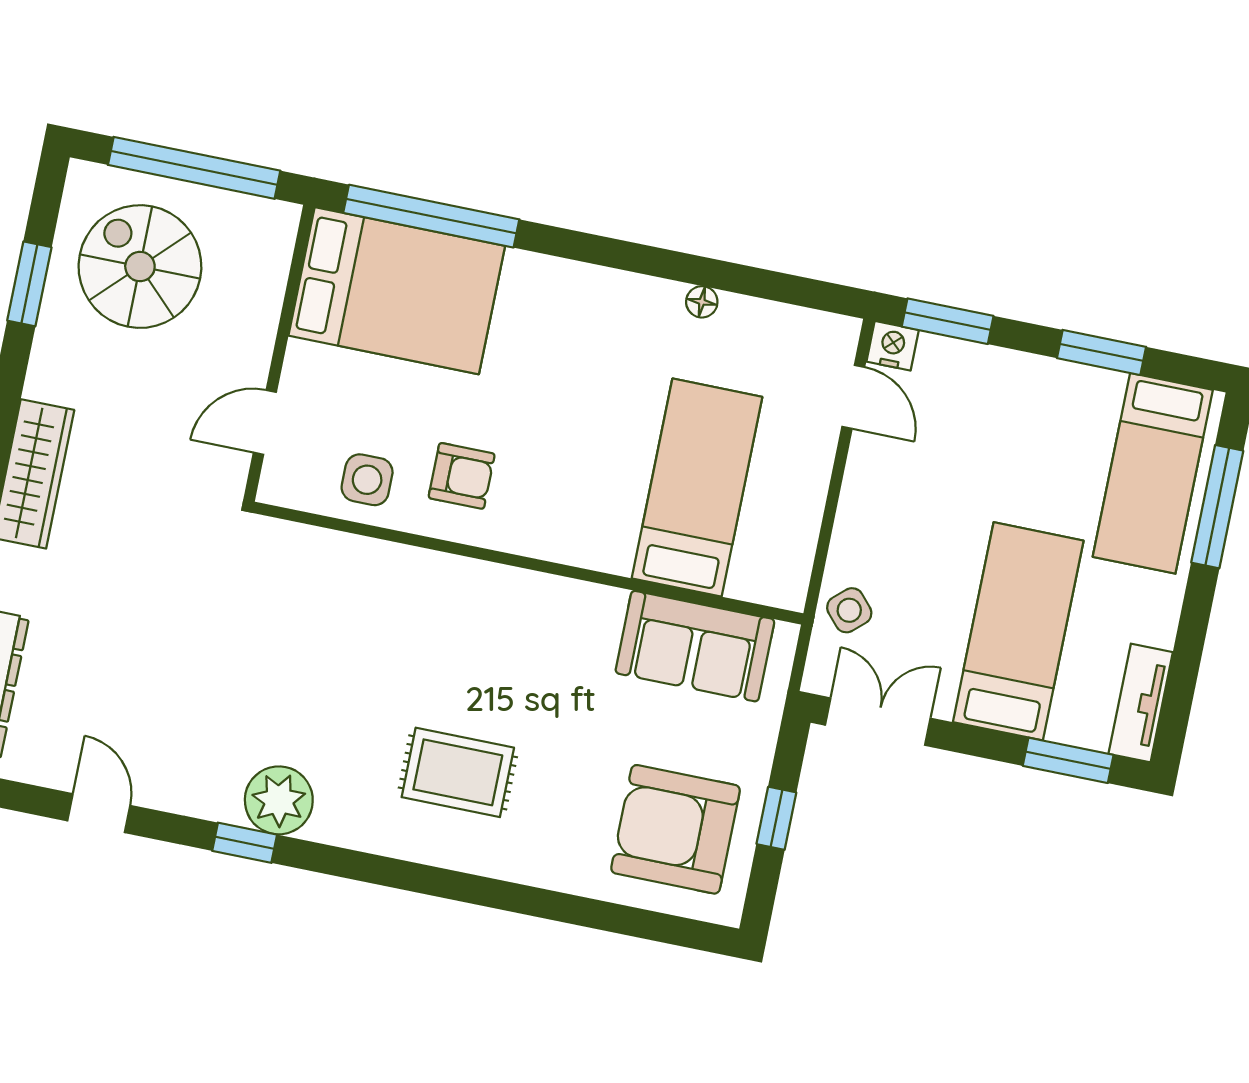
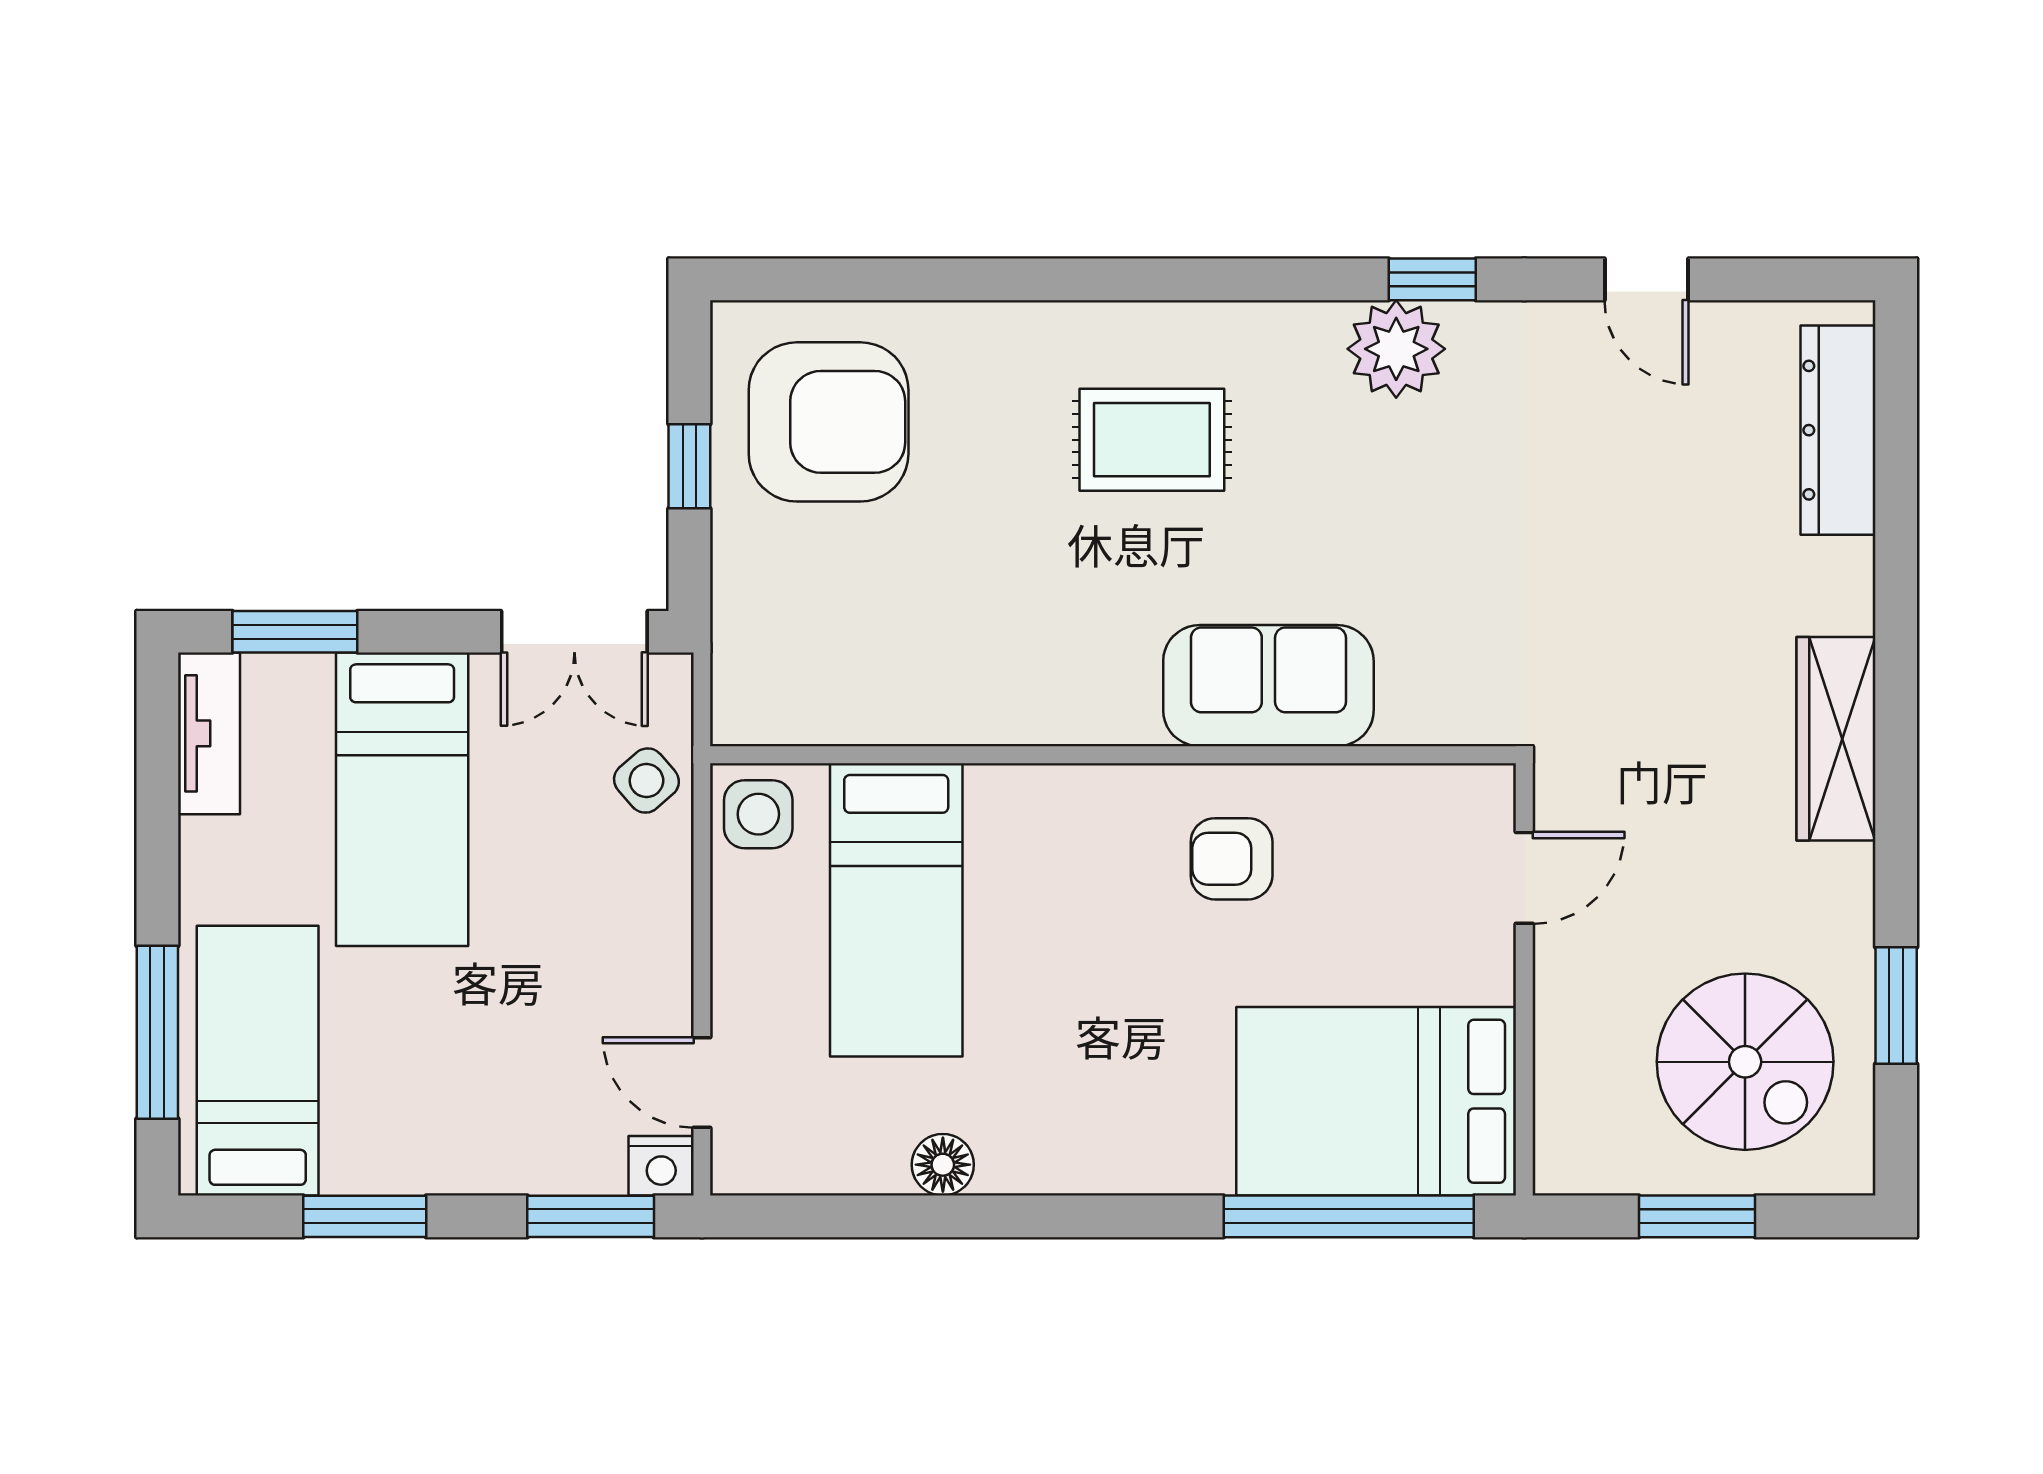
window: (194, 168) -> (1697, 1216), width x0.47
floor lamp: (702, 302) -> (943, 1165), width x1.37, depth x1.37
side table: (367, 480) -> (758, 814), moved
sofa: (695, 646) -> (1268, 686), moved

